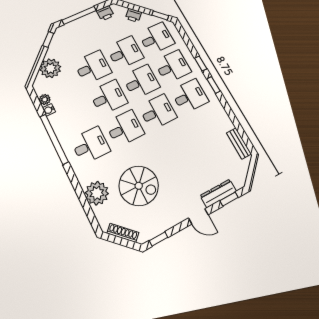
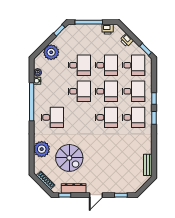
desk: (125, 128) -> (79, 117), removed
dresser: (218, 193) -> (74, 188), moved
door: (198, 216) -> (96, 195), hinge flipped

